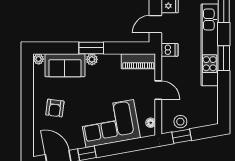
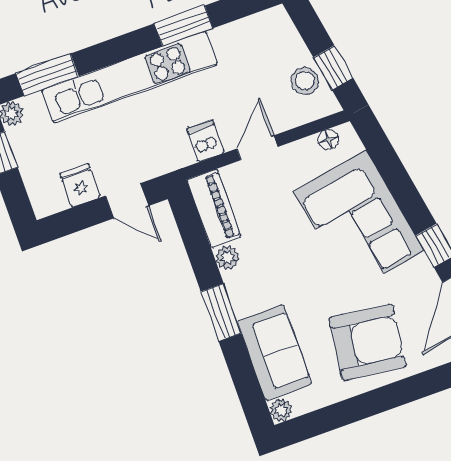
dishwasher: (169, 50) -> (205, 141), moved
window: (224, 58) -> (184, 26), moved
plant: (92, 59) -> (227, 258), moved
armchair: (55, 108) -> (368, 342), width x1.88, depth x1.88

